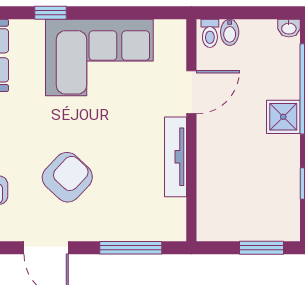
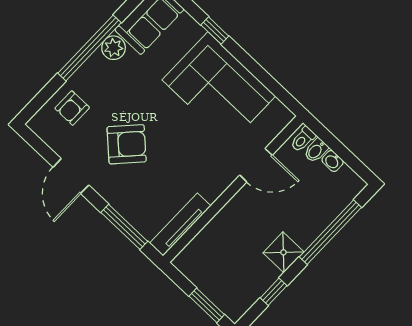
washbasin: (289, 28) -> (333, 161), moved
shower: (283, 117) -> (283, 252), moved
tv unit: (175, 157) -> (180, 225), moved

